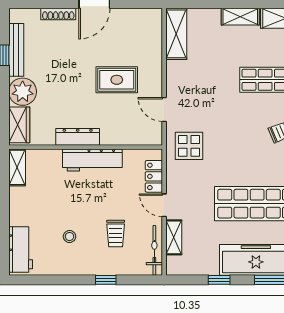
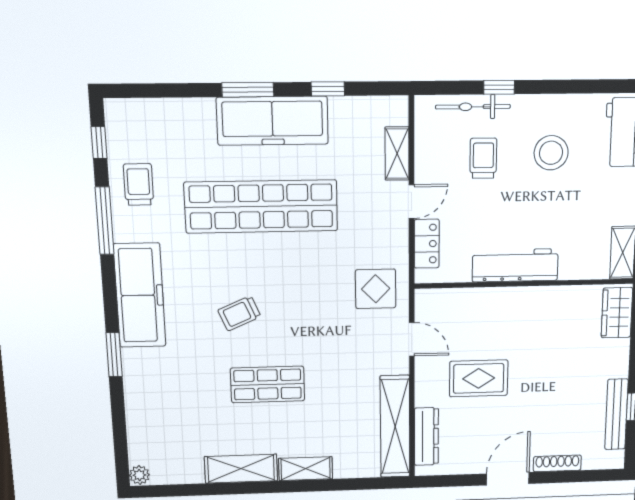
shelving: (176, 34) -> (395, 427), width x1.47
plant: (23, 92) -> (610, 359), removed
dresser: (78, 137) -> (426, 436), moved, turned -90
door: (164, 205) -> (412, 202), hinge flipped
stool: (70, 236) -> (551, 153), width x1.89, depth x1.89
bicycle: (154, 250) -> (473, 107), moved, turned 90

